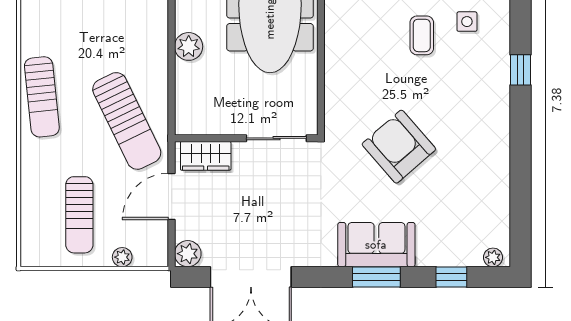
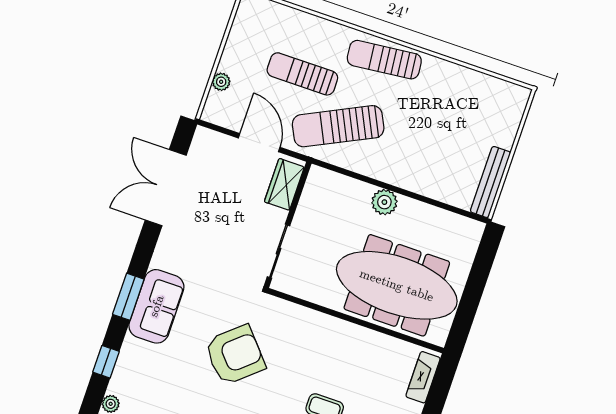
sun lounger: (79, 215) -> (302, 74), moved
plant: (188, 254) -> (205, 140), removed

